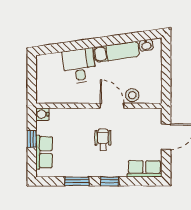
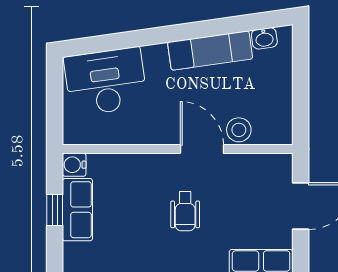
desk: (79, 66) -> (106, 82), moved, width x1.37
wheelchair: (103, 140) -> (185, 211), turned 180
row of seats: (44, 152) -> (77, 210), moved

